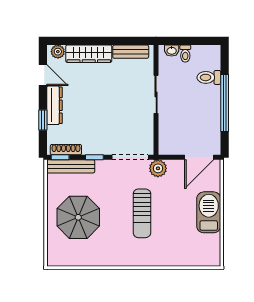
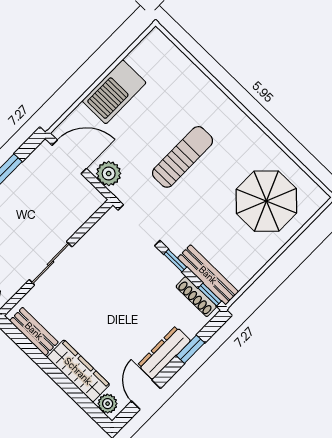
plant: (158, 168) -> (109, 174), moved
parasol: (78, 217) -> (266, 201), moved

